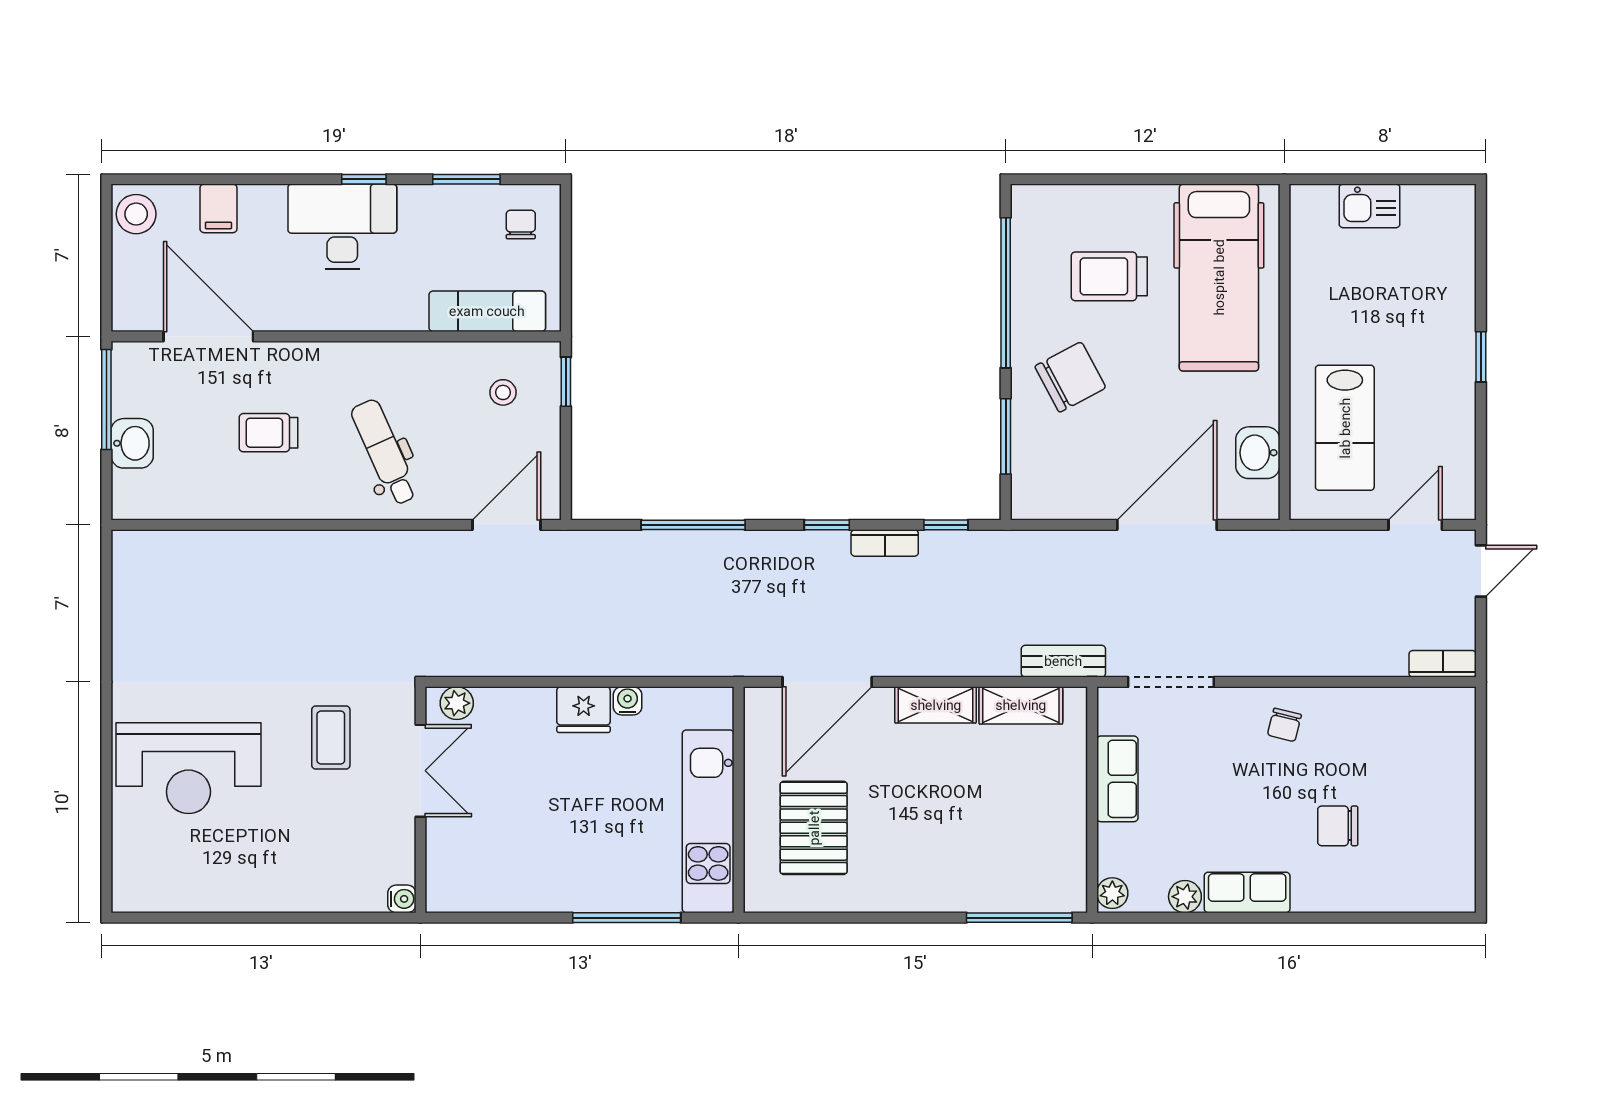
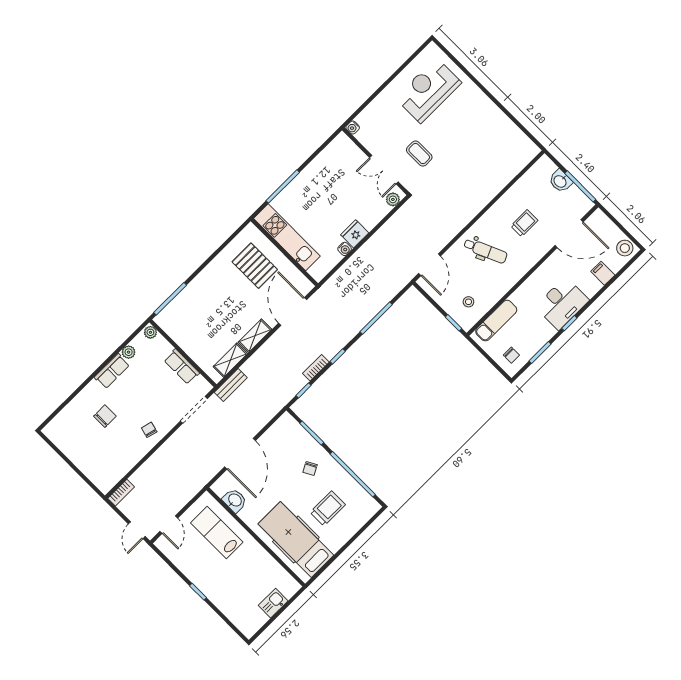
chair: (1070, 377) -> (310, 468), width x0.54, depth x0.54
reception desk: (188, 768) -> (428, 90), moved

